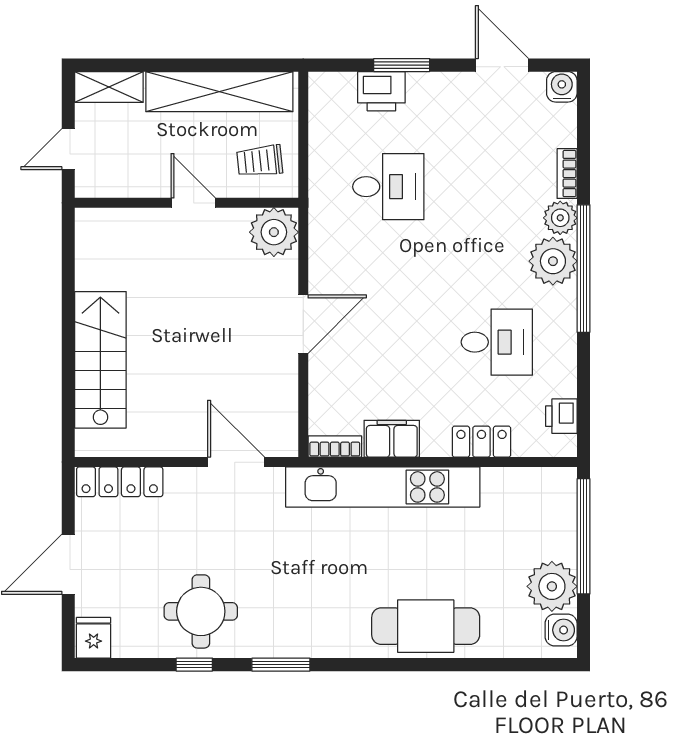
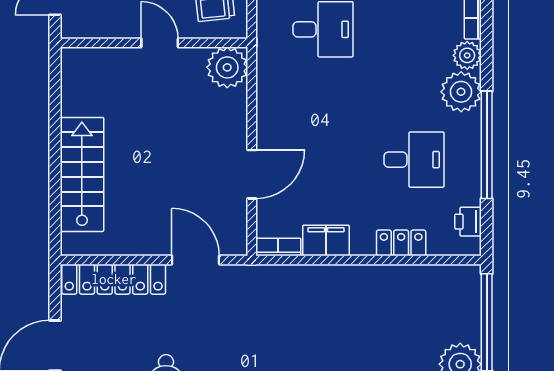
window: (583, 269) -> (487, 145), moved
door: (303, 324) -> (252, 174), moved
locker: (120, 482) -> (114, 279), width x1.41, depth x1.21
kitchen unit: (383, 487) -> (318, 281), removed

